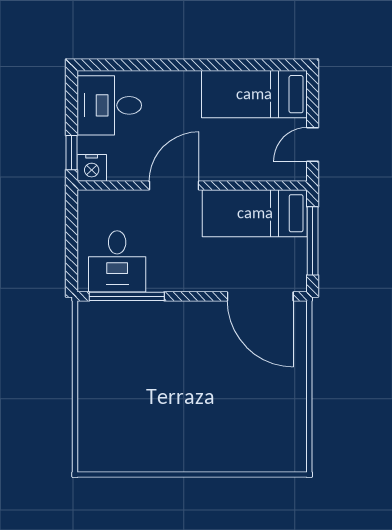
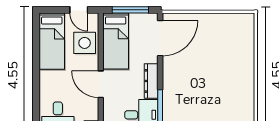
side table: (251, 155) -> (85, 43), added
dresser: (180, 280) -> (151, 81), added

